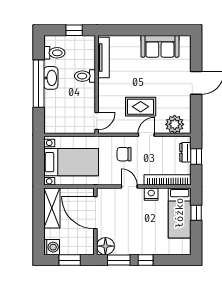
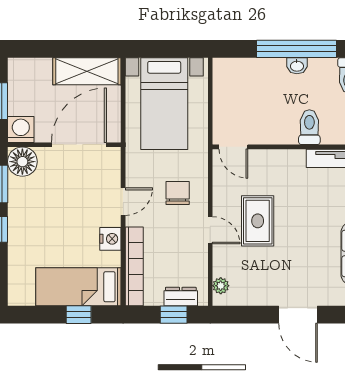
washbasin: (51, 78) -> (297, 66), width x0.52, depth x0.69
plant: (175, 124) -> (221, 286), width x0.53, depth x0.53
washing machine: (52, 247) -> (21, 129), moved, turned 180

